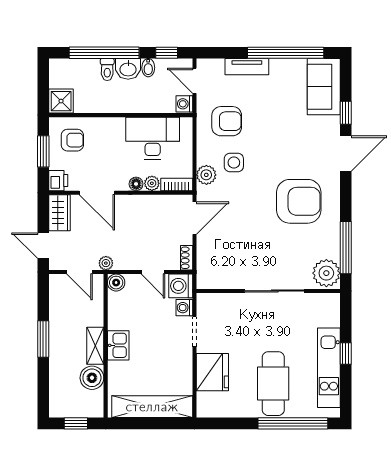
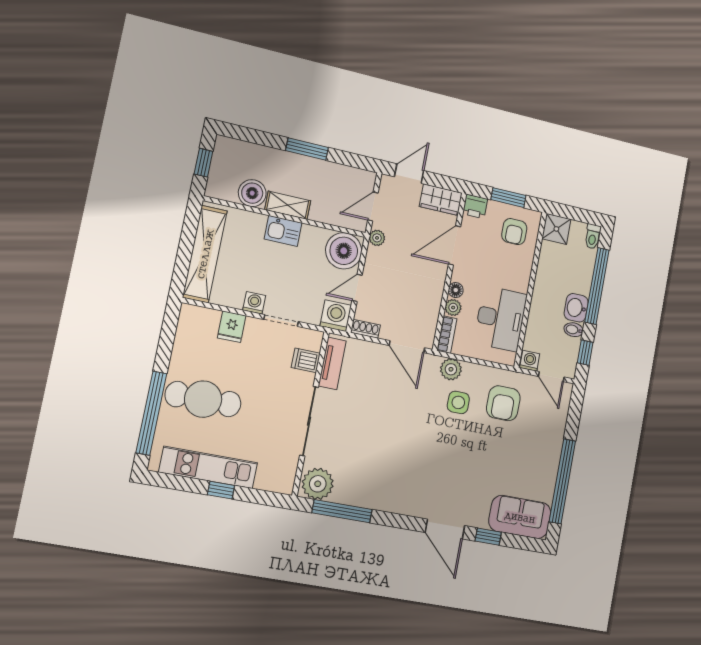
tv unit: (247, 67) -> (332, 363), moved, turned 180
toilet: (107, 70) -> (593, 236), moved, turned -90
door: (195, 81) -> (551, 377), swing flipped
armchair: (299, 201) -> (403, 467), removed
boiler: (116, 283) -> (344, 251), width x1.86, depth x1.86
dishwasher: (224, 304) -> (306, 360), added
washing machine: (184, 308) -> (254, 303), moved
fridge: (212, 372) -> (232, 327), width x0.53, depth x0.75

